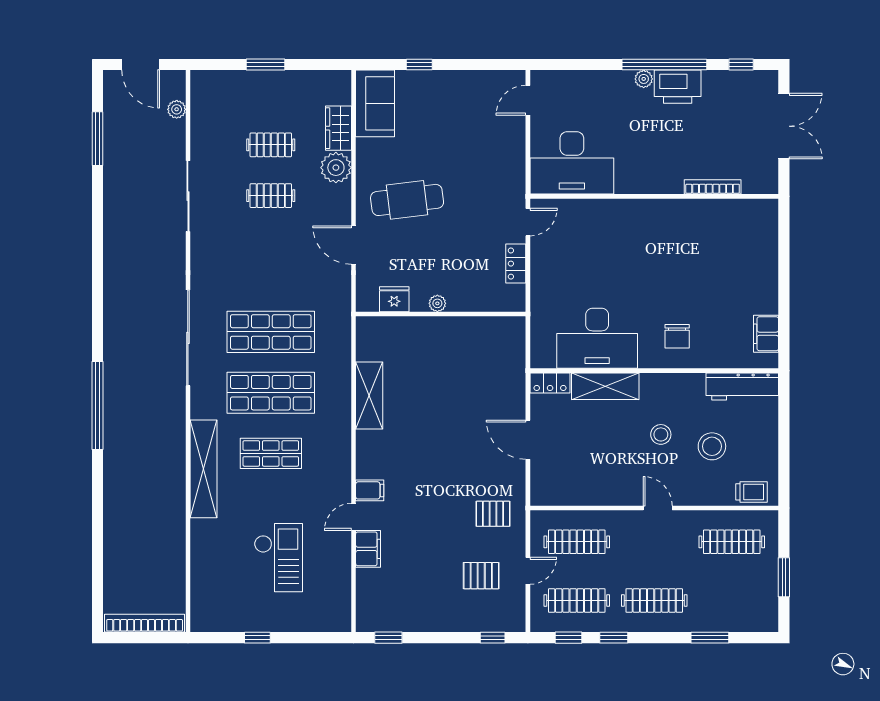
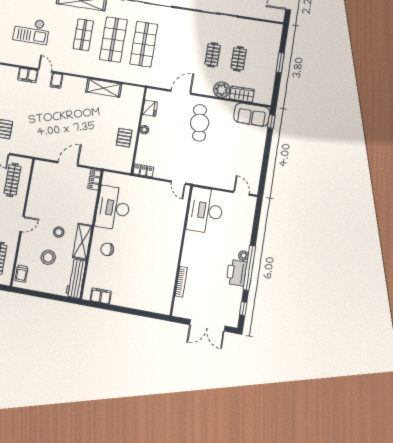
window: (419, 65) -> (271, 121), moved
plant: (177, 109) -> (264, 15), removed
locker: (516, 264) -> (143, 170), moved
shelving: (605, 386) -> (82, 242), moved
pallet: (493, 514) -> (124, 138), moved

